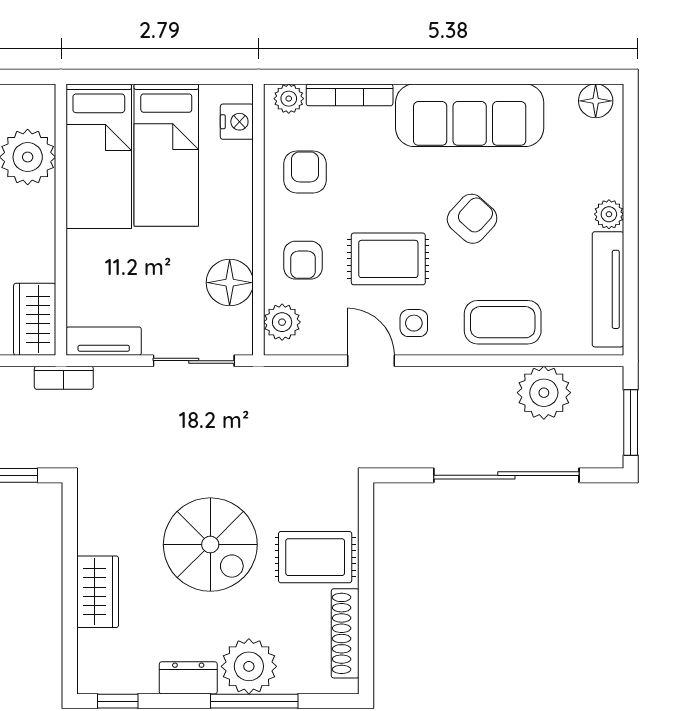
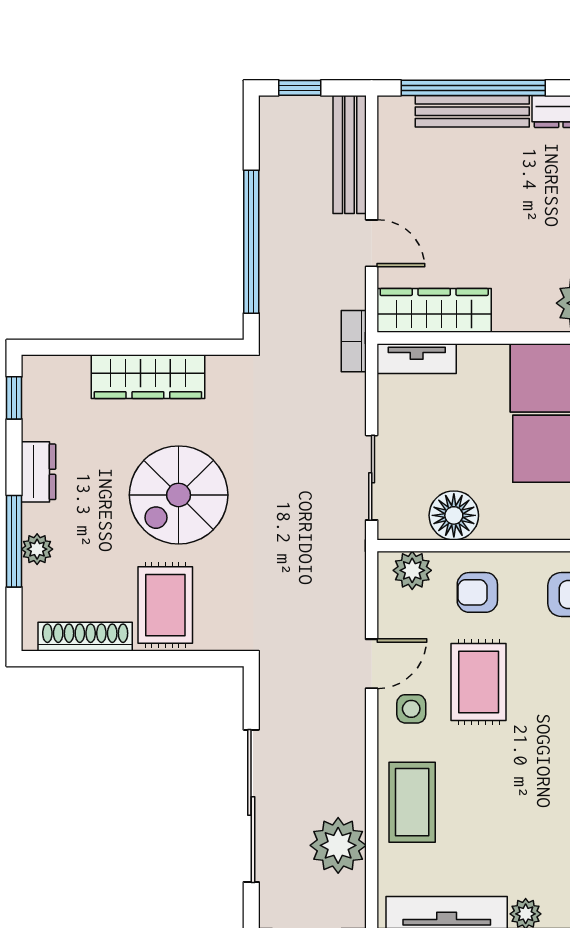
armchair: (472, 219) -> (521, 770), removed
wardrobe: (35, 319) -> (434, 310), width x1.50
tv unit: (104, 341) -> (417, 359), moved, turned 90
wardrobe: (98, 592) -> (148, 377), width x1.50
plant: (249, 666) -> (37, 549), width x0.53, depth x0.53

